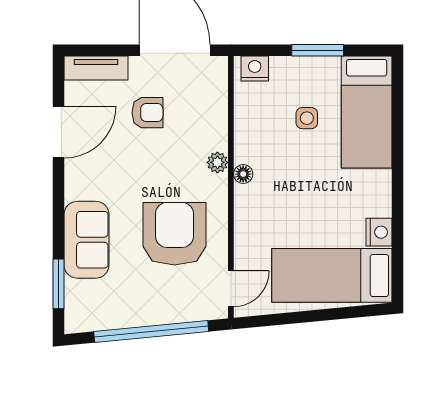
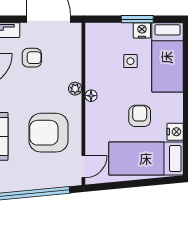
nightstand: (255, 69) -> (142, 30), moved
armchair: (322, 207) -> (140, 116), added
armchair: (175, 234) -> (49, 133), turned -90

